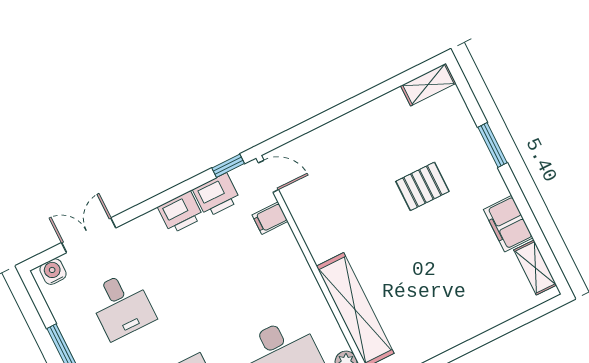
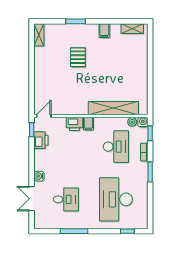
printer: (181, 212) -> (74, 124), moved, turned 90
filing cabinet: (270, 218) -> (88, 124), moved
filing cabinet: (508, 224) -> (104, 31), width x0.50
water cooler: (53, 272) -> (39, 176), moved

